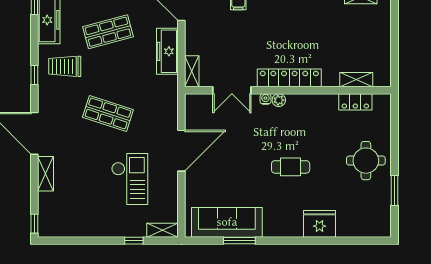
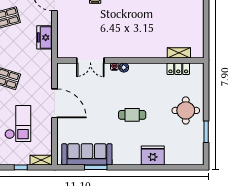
freezer: (167, 51) -> (45, 37), width x0.71
shelving: (192, 71) -> (62, 47), removed
locker: (289, 78) -> (131, 52), removed
door: (181, 151) -> (55, 103), hinge flipped

